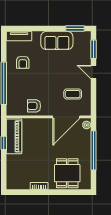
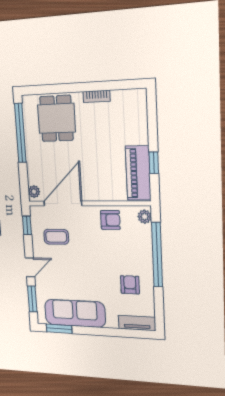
sofa: (57, 40) -> (75, 313), width x1.36
door: (94, 72) -> (30, 267), hinge flipped
window: (94, 102) -> (27, 225), added
plant: (11, 108) -> (145, 217), added
window: (94, 150) -> (20, 133), moved

